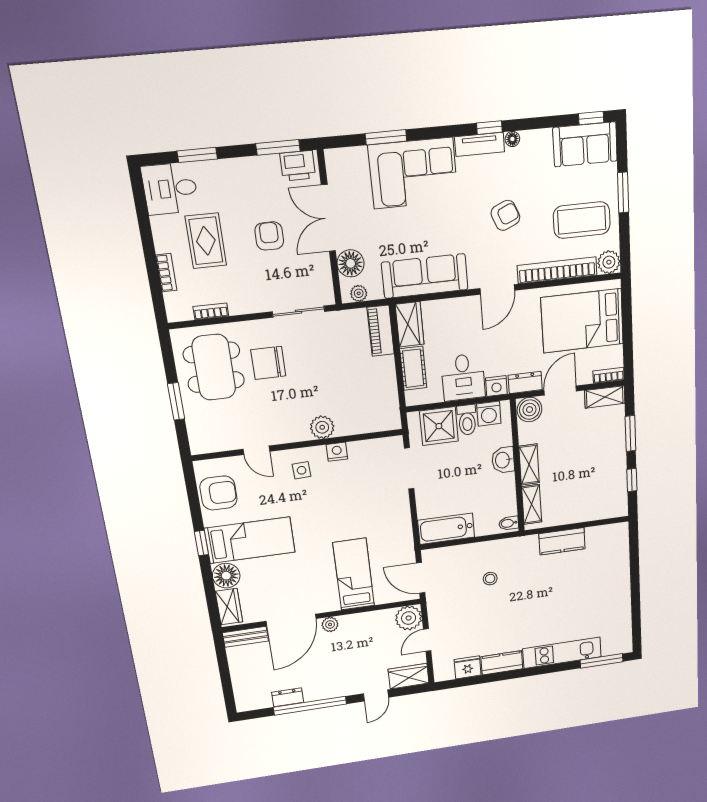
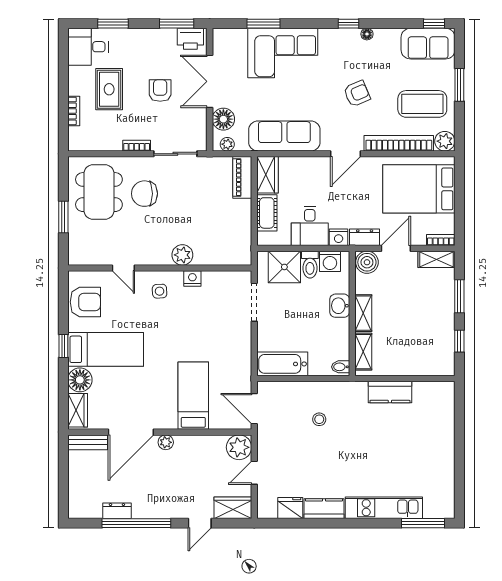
tv unit: (480, 144) -> (339, 36), removed
bookcase: (211, 311) -> (137, 146), moved

